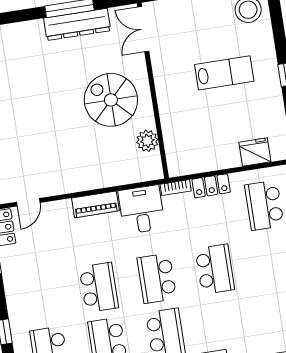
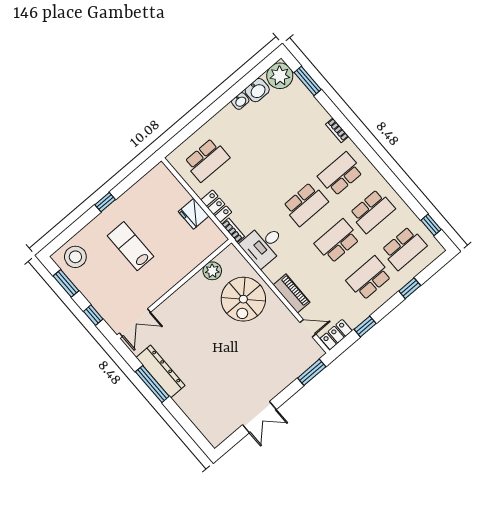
spiral stairs: (111, 100) -> (243, 299), moved
fridge: (255, 152) -> (194, 214), moved
piano: (95, 204) -> (292, 293), moved
school desk: (215, 269) -> (369, 278), moved

